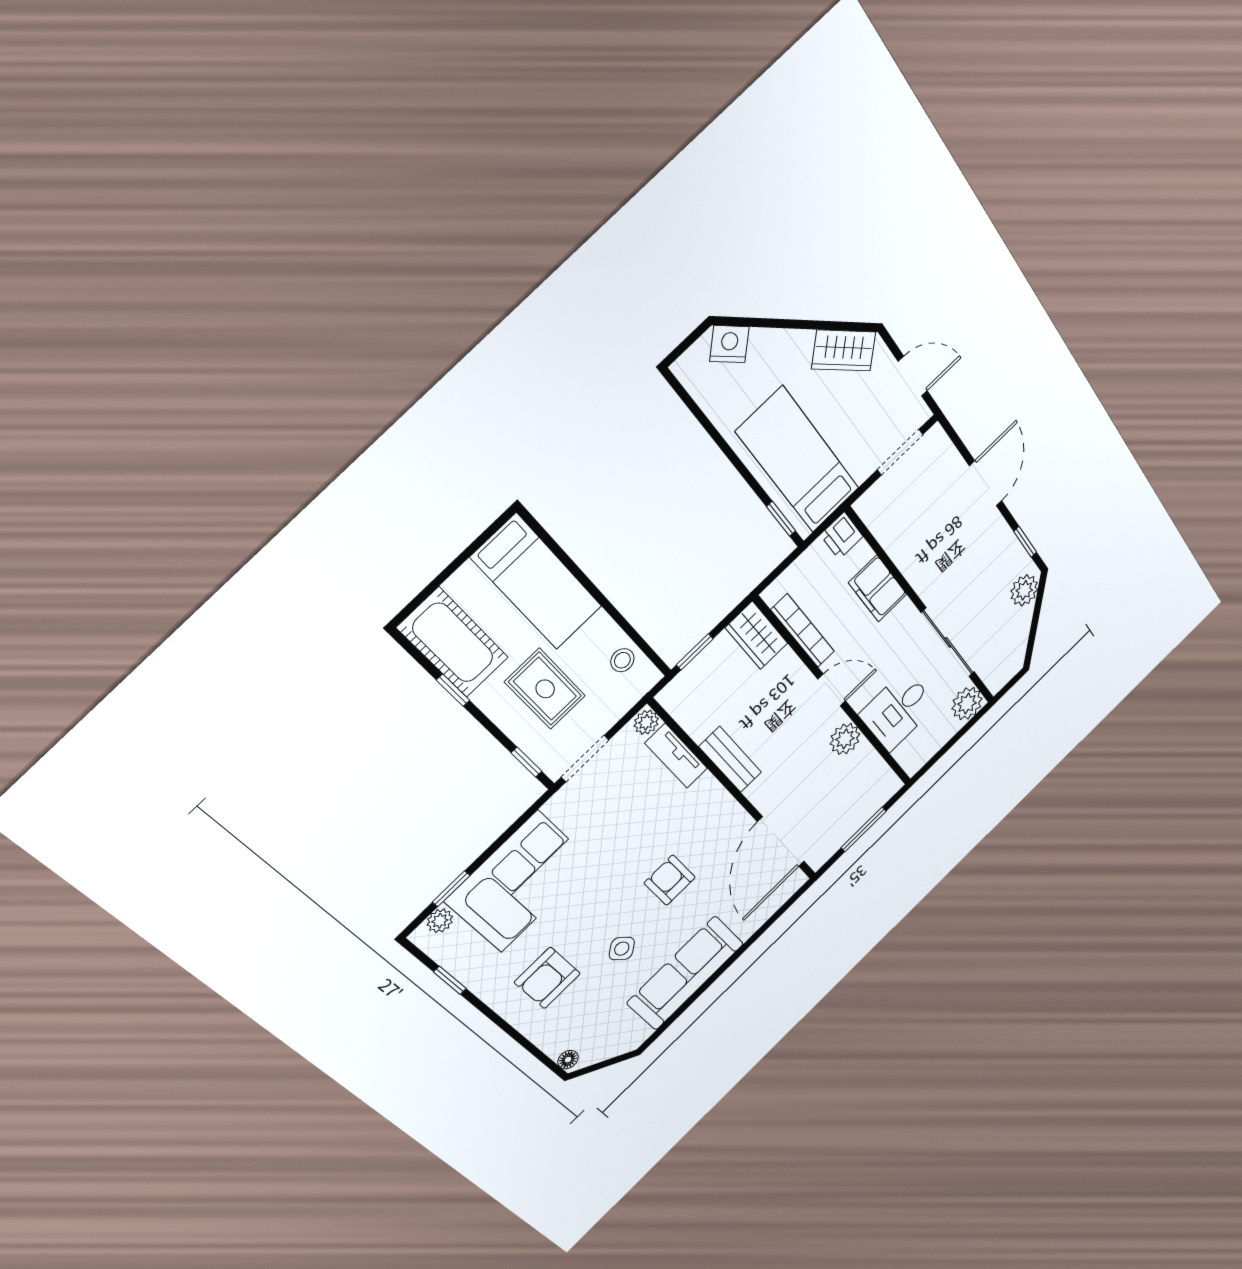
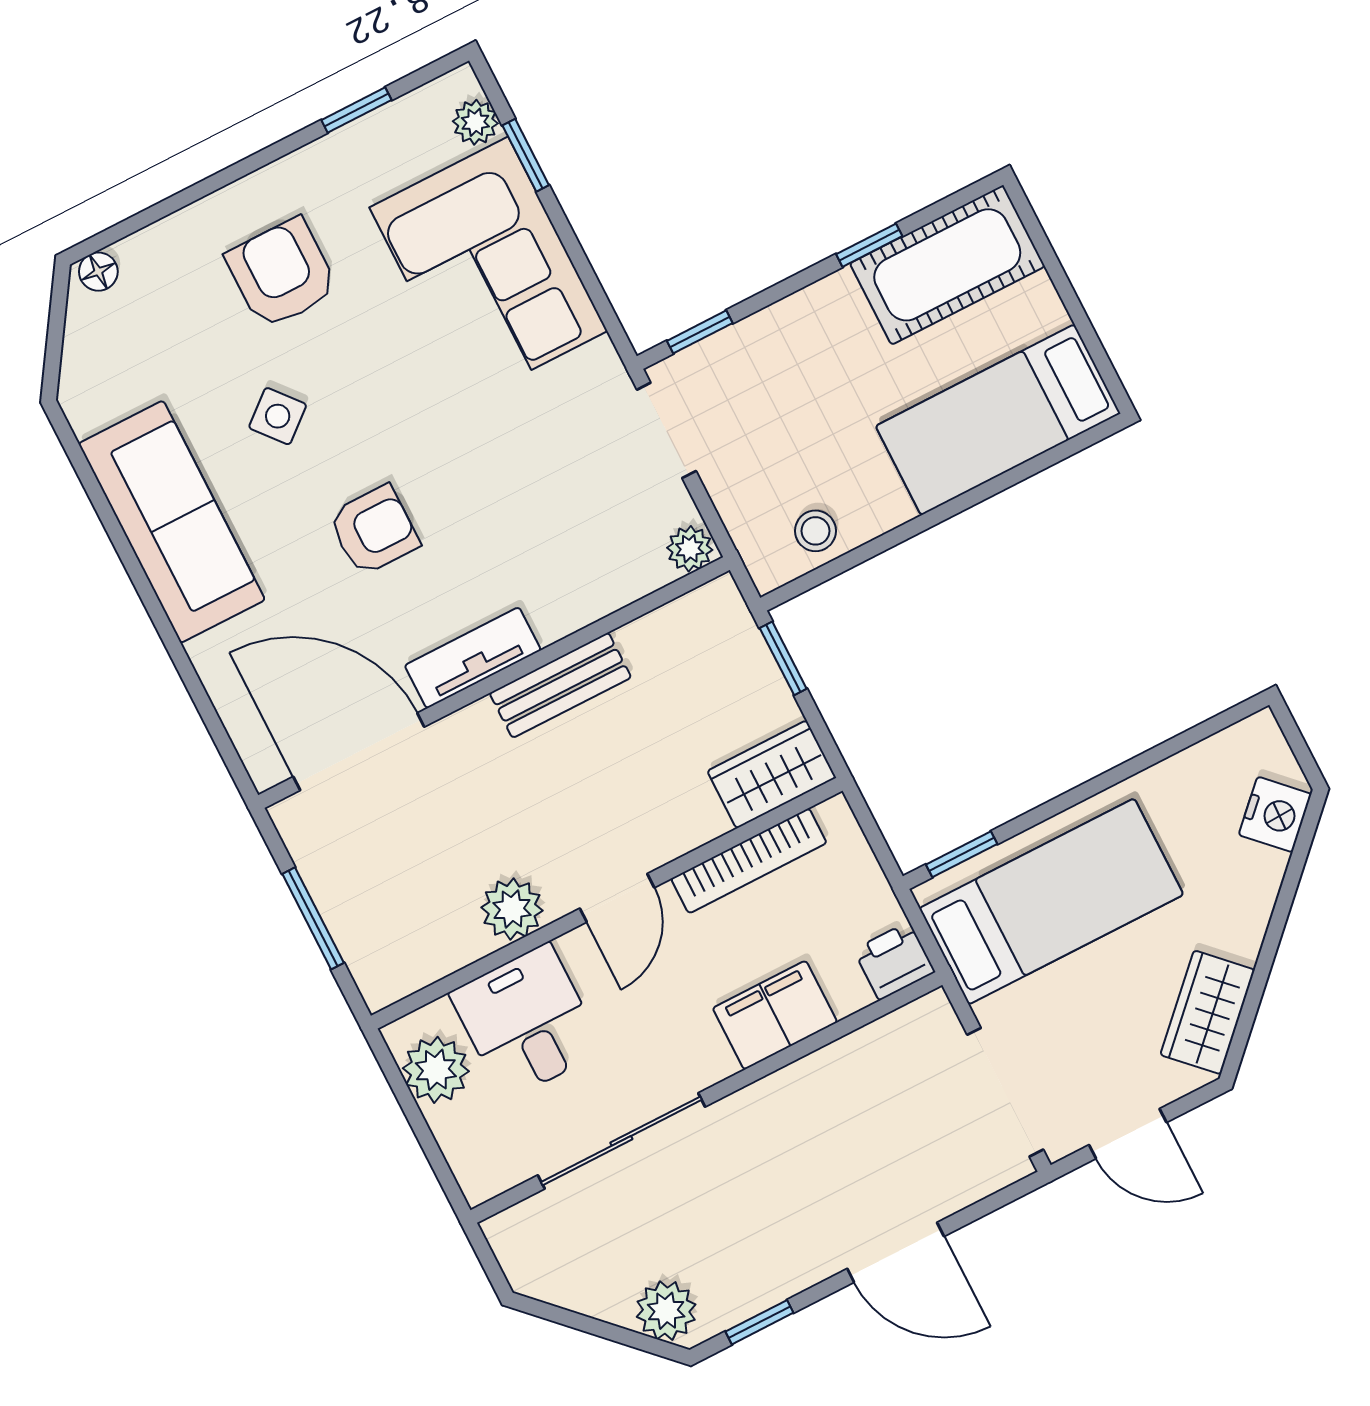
door: (913, 376) -> (1128, 1134), hinge flipped
doorway: (900, 452) -> (1005, 1092), width x1.38
rug: (545, 689) -> (815, 392), removed
plant: (967, 704) -> (436, 1070), moved
tv unit: (676, 756) -> (473, 658), moved

